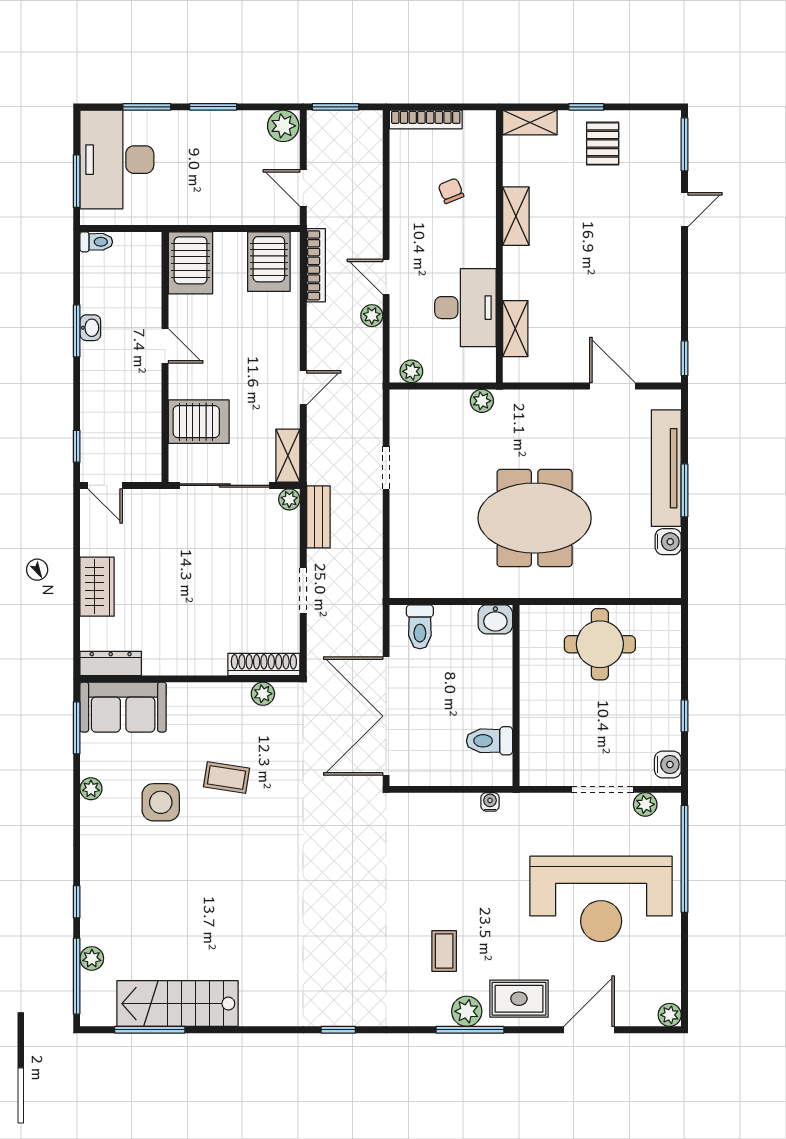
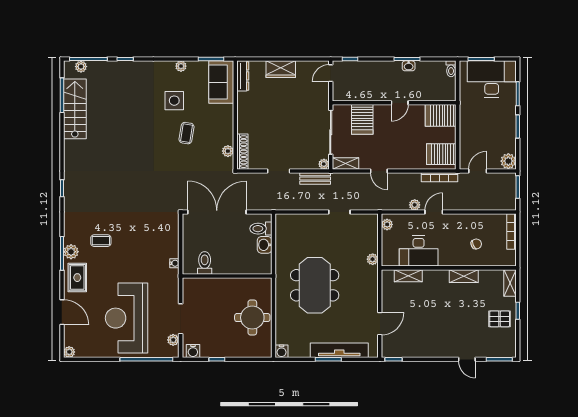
water cooler: (668, 542) -> (281, 351), moved
washbasin: (495, 619) -> (265, 245), moved
plant: (92, 958) -> (81, 67), moved

